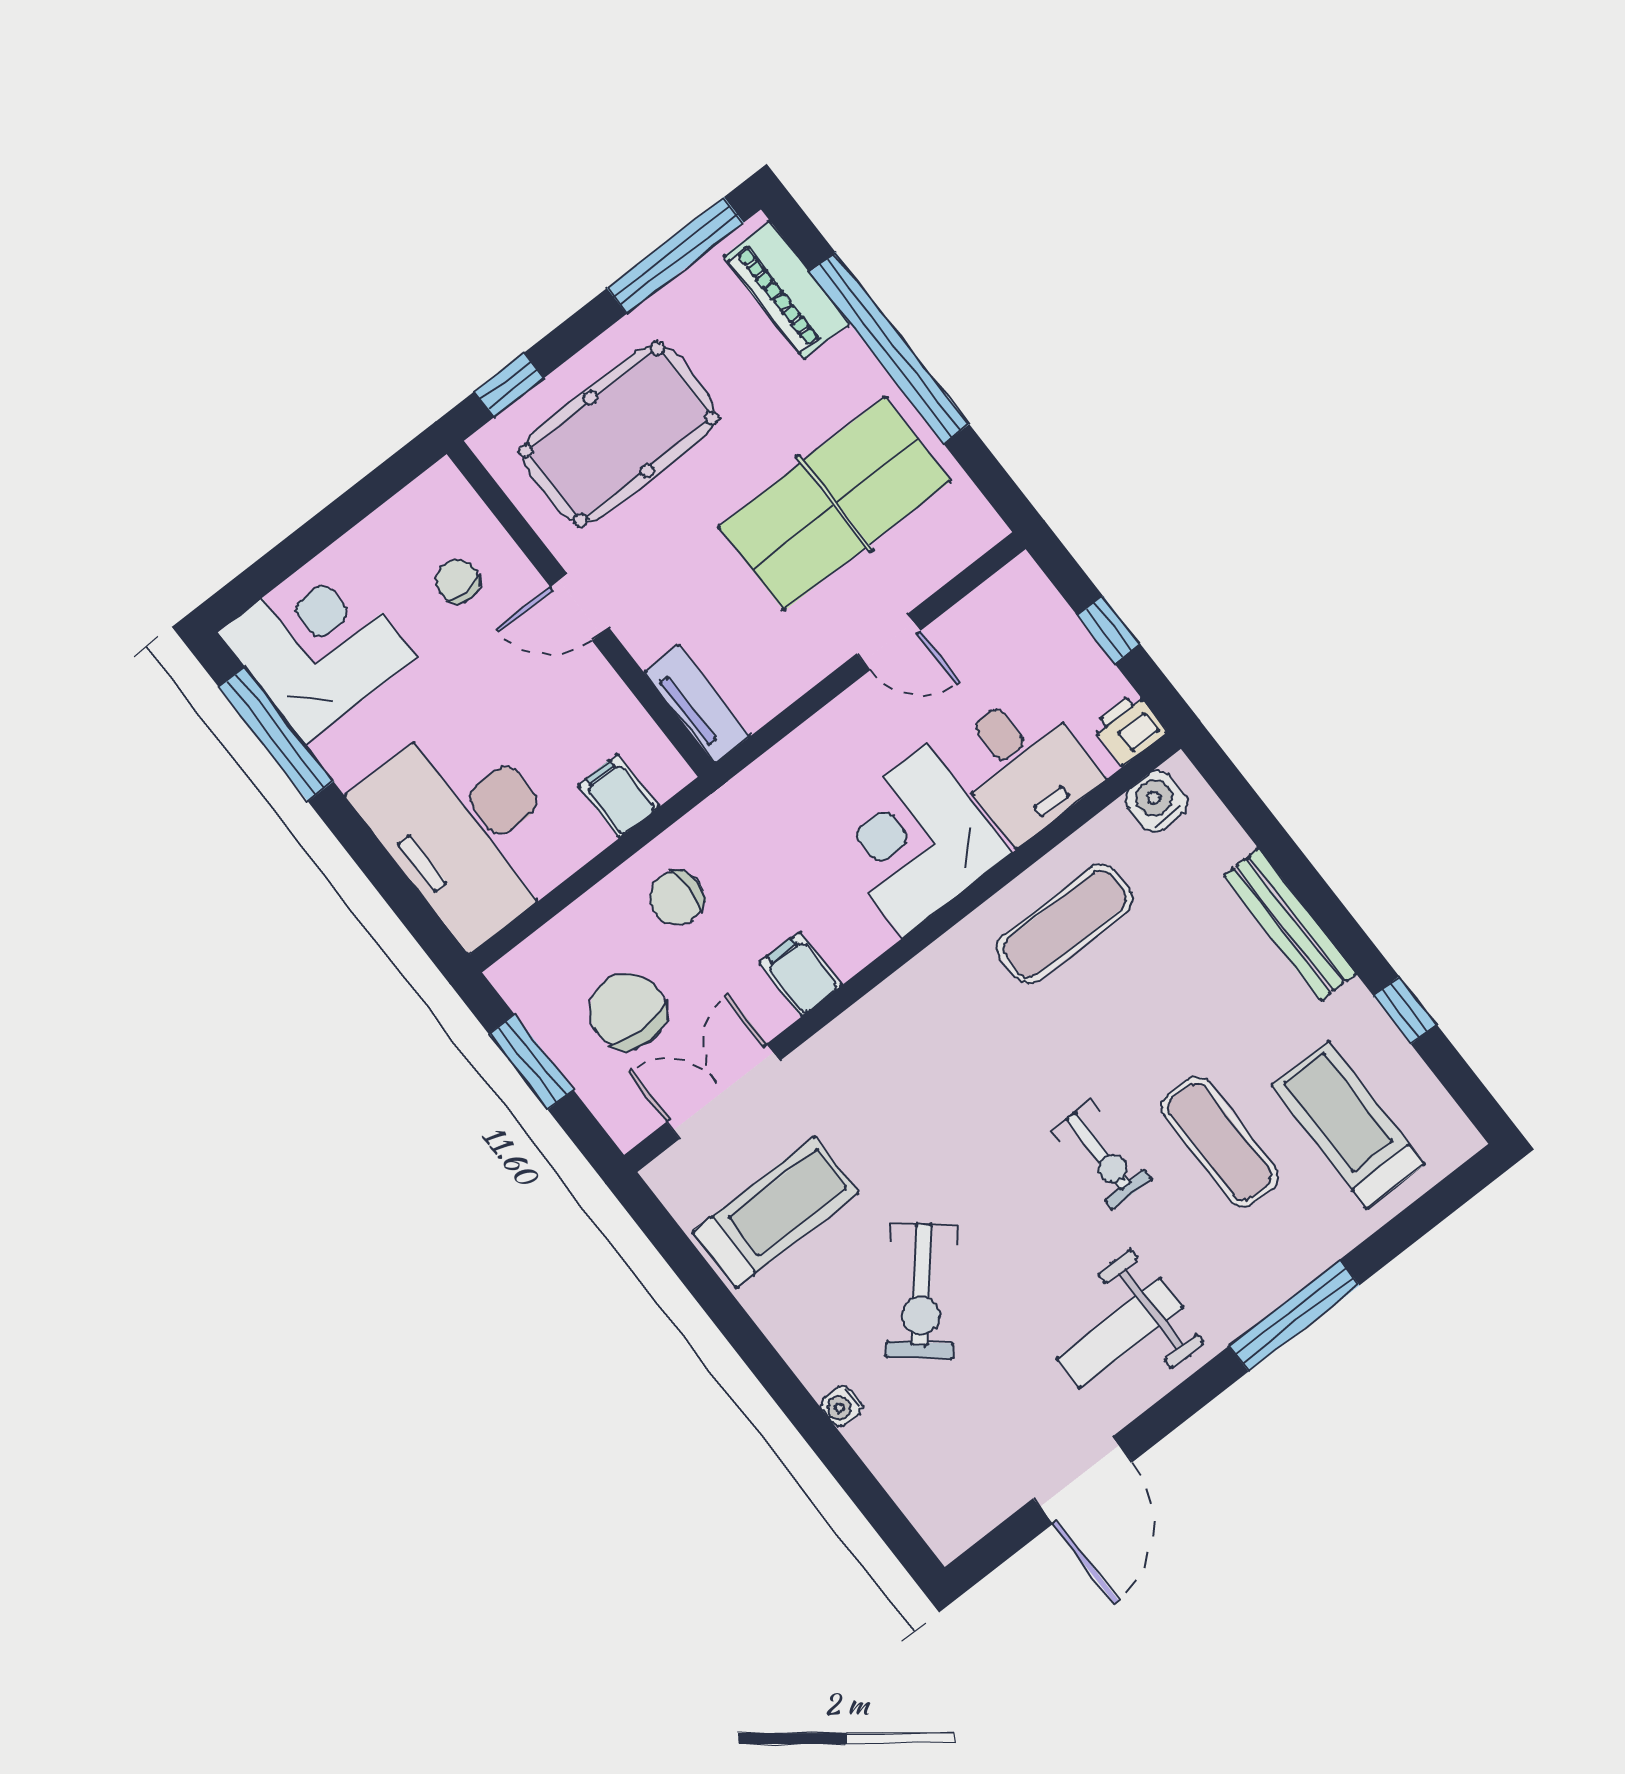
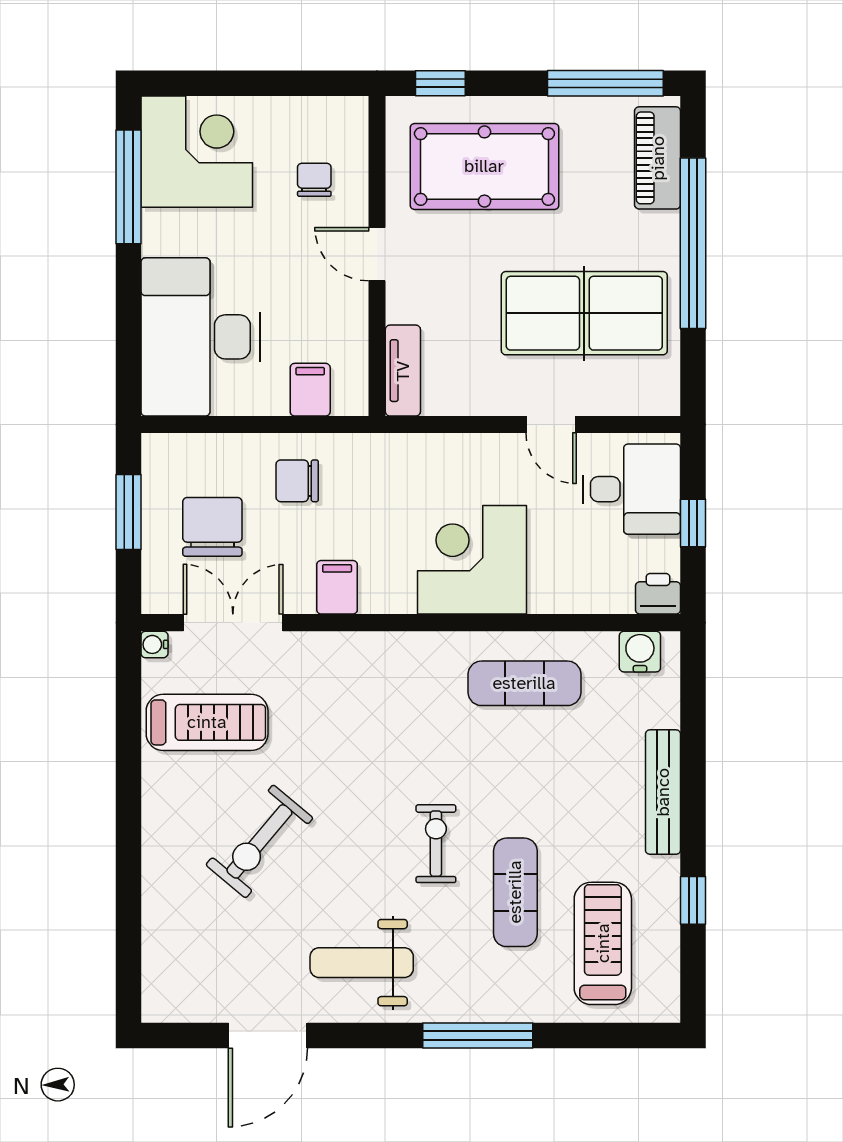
desk: (1023, 765) -> (632, 489), moved, turned -90
exercise bike: (1101, 1155) -> (436, 844), turned 180
water cooler: (841, 1406) -> (154, 644), moved

